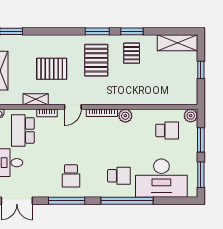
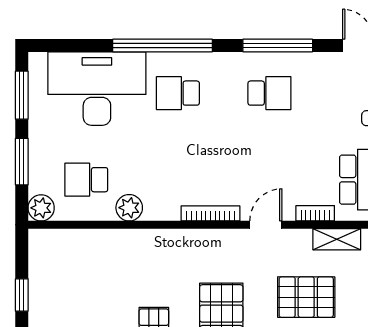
plant: (125, 116) -> (129, 208), moved
school desk: (71, 176) -> (269, 93), turned 90

